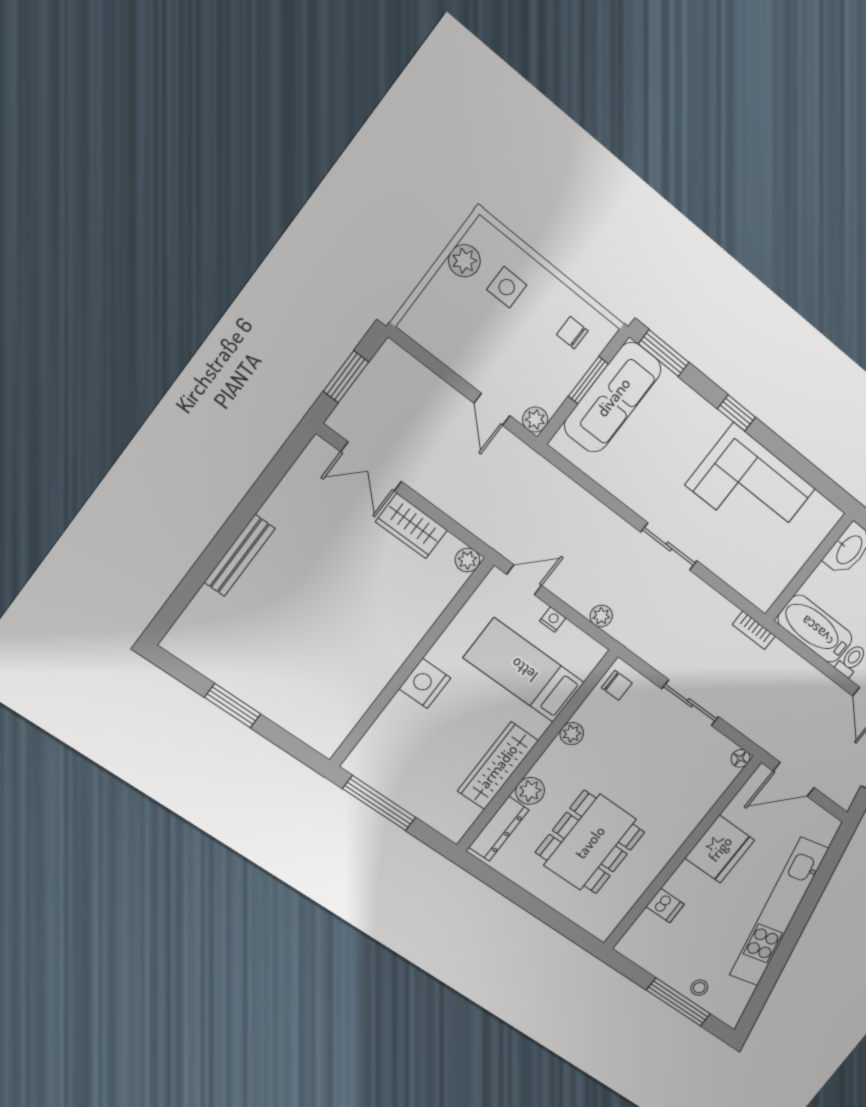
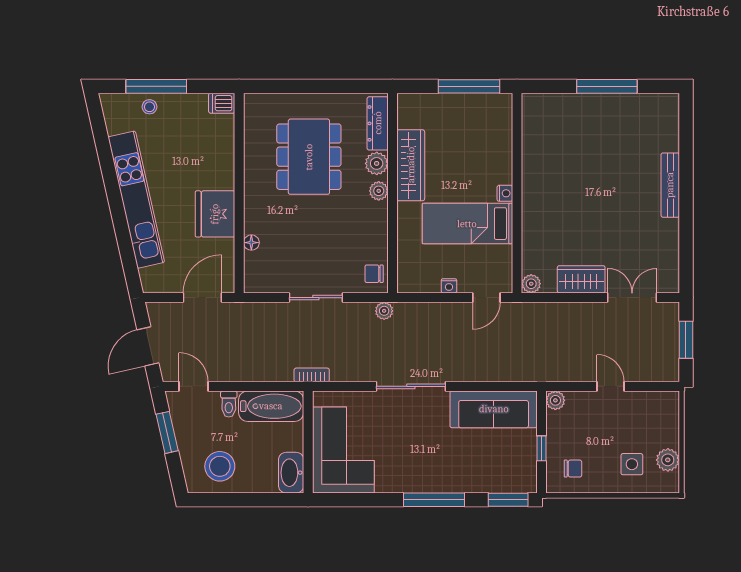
window: (588, 380) -> (541, 448), width x0.67
sofa: (613, 397) -> (494, 409), moved, turned -90
door: (492, 409) -> (610, 386), moved
window: (737, 413) -> (434, 500), width x2.17
corner sofa: (750, 487) -> (343, 450), moved, turned 90
sliding door: (669, 547) -> (411, 386), width x1.37
plant: (601, 616) -> (384, 311), moved
bed: (524, 670) -> (467, 224), moved, turned 180
nightstand: (425, 683) -> (505, 193), width x0.53, depth x0.56
window: (233, 706) -> (607, 86), width x1.44
plant: (572, 734) -> (379, 191), moved
floor lamp: (740, 758) -> (251, 243), moved
dishwasher: (665, 905) -> (222, 103), moved

